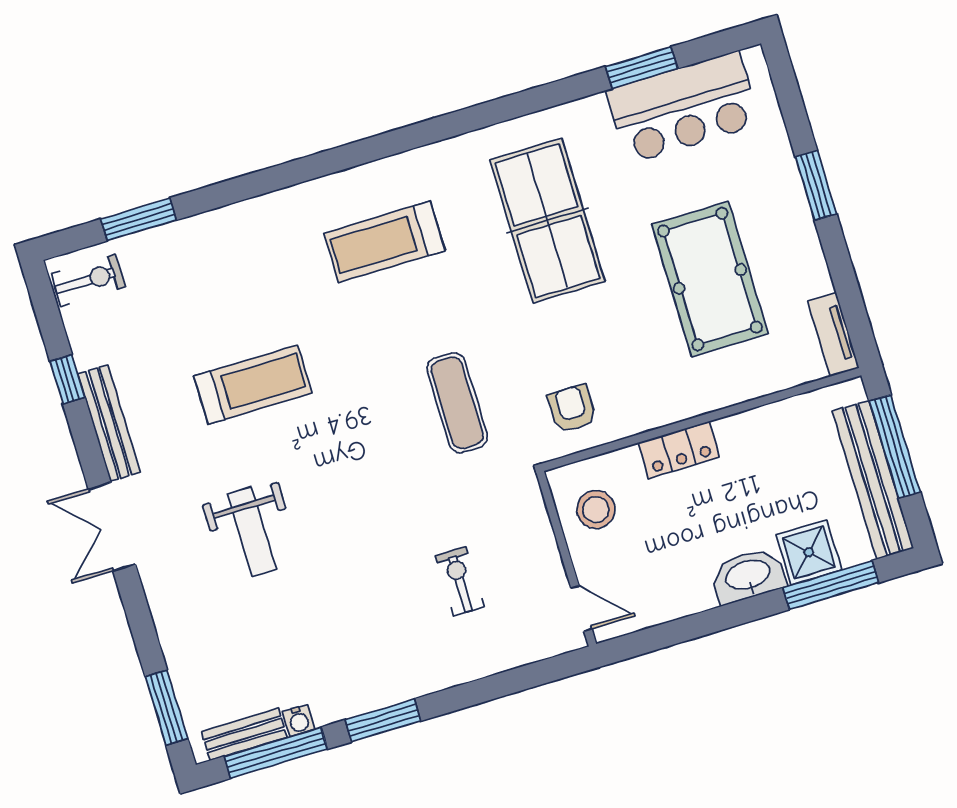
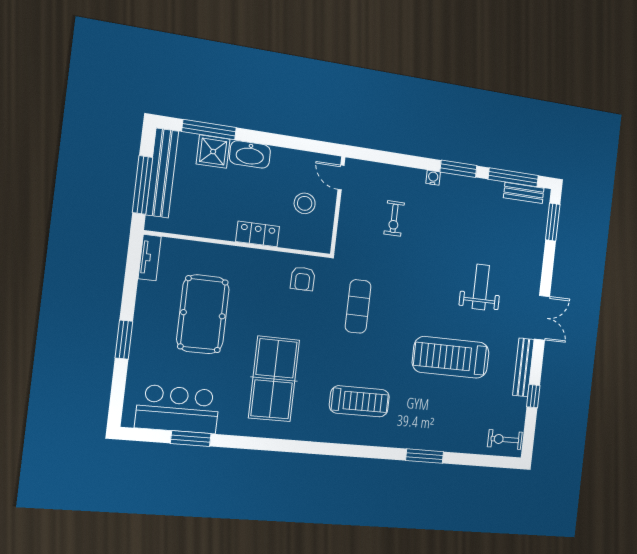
window: (138, 219) -> (425, 456), moved
treadmill: (253, 385) -> (451, 357), width x1.37, depth x1.38
stool: (596, 510) -> (305, 203), moved
water cooler: (299, 720) -> (433, 178), moved

